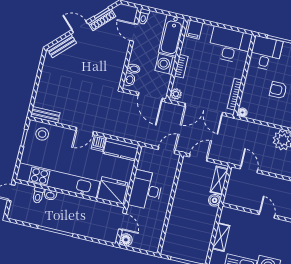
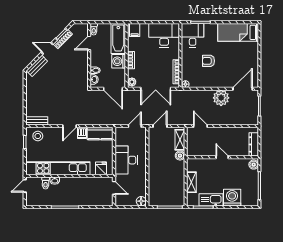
door: (134, 32) -> (89, 43), hinge flipped
fridge: (113, 190) -> (101, 168), width x0.53, depth x0.75
floor lamp: (126, 240) -> (141, 201), moved

